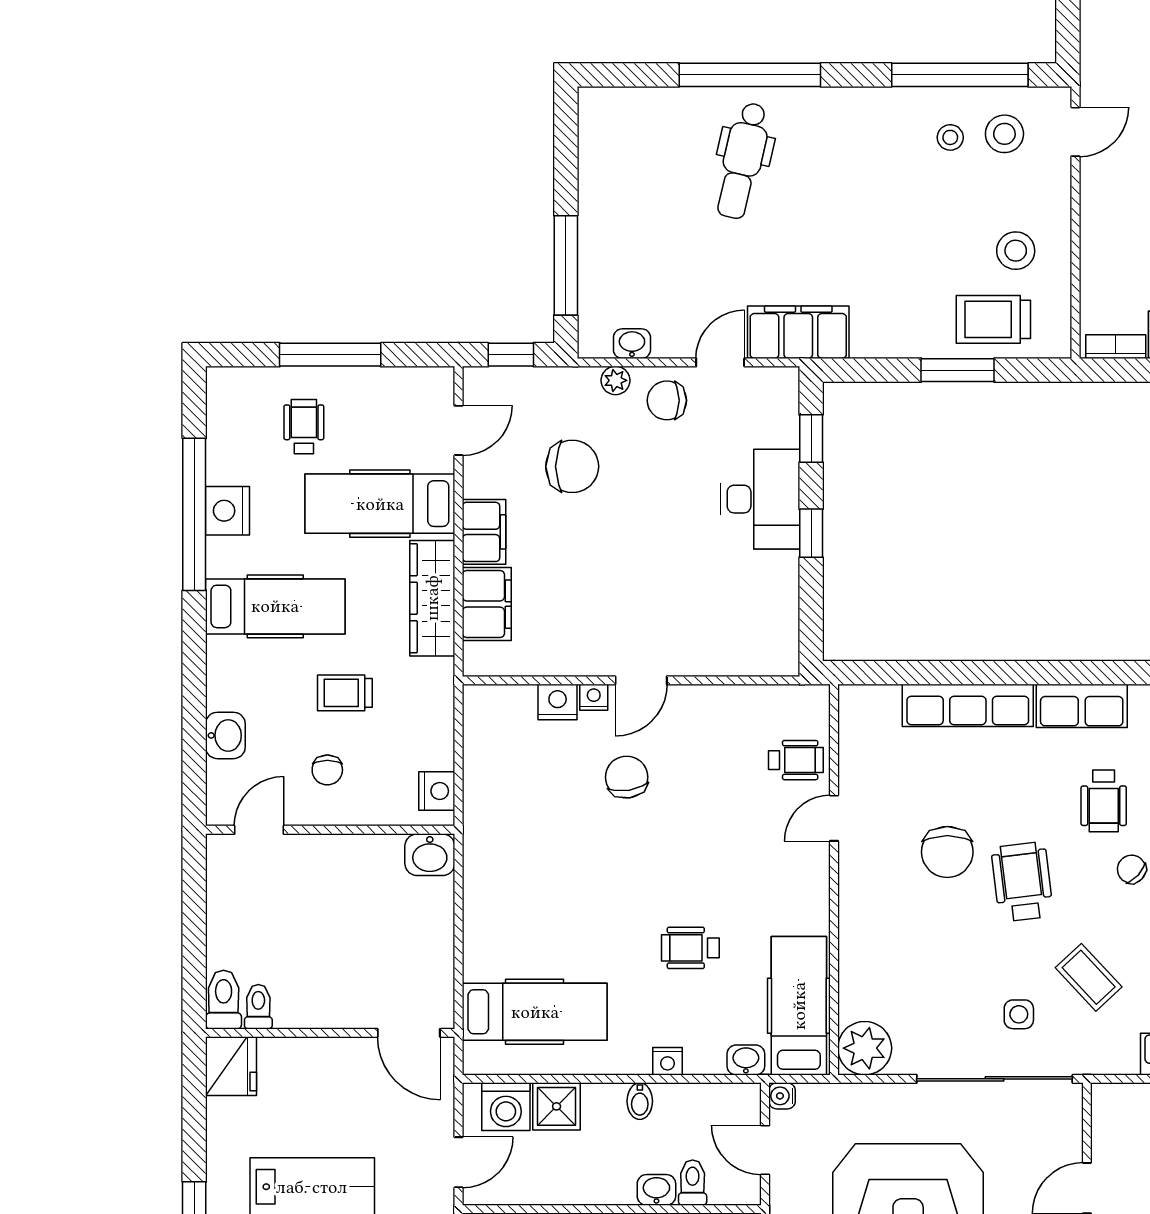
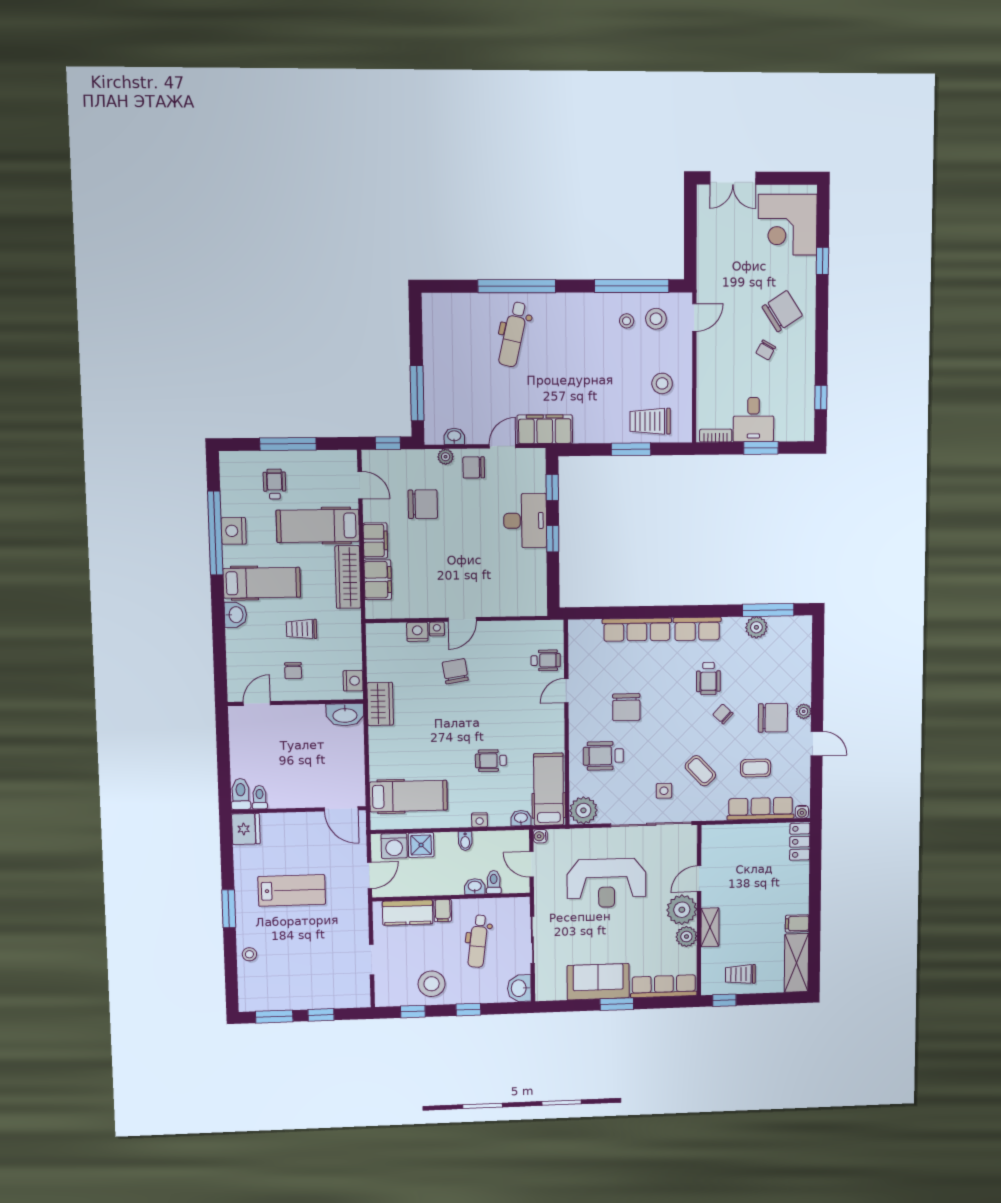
door: (459, 430) -> (360, 485), hinge flipped
washbasin: (225, 735) -> (235, 615), moved
wardrobe: (486, 836) -> (380, 704), added
washbasin: (430, 855) -> (345, 715), width x1.38
wheelchair: (1022, 882) -> (603, 756), moved, turned -83

